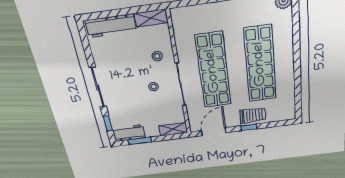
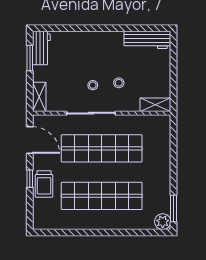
shelving: (151, 18) -> (155, 105), moved, turned 90
workbench: (111, 26) -> (147, 40), moved, turned -90
stool: (157, 56) -> (119, 83), moved
sliding door: (98, 87) -> (100, 28), removed
window: (108, 123) -> (57, 28), removed

